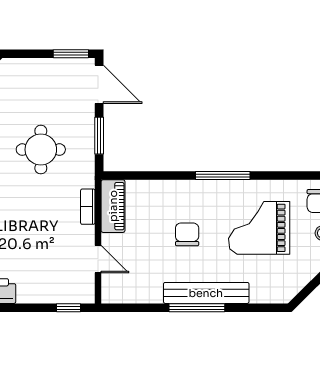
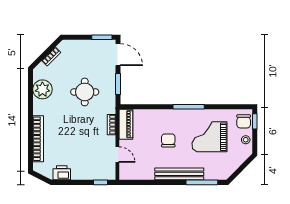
window: (197, 308) -> (202, 182), moved

